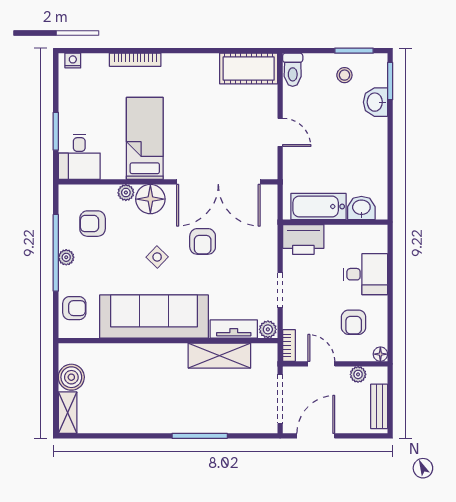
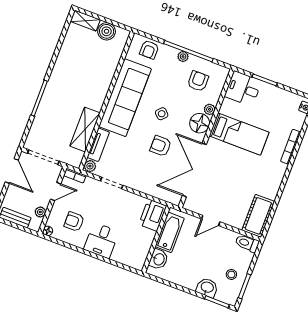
bathtub: (318, 206) -> (170, 232), moved
washbasin: (361, 208) -> (159, 259), moved
wall: (335, 222) -> (156, 239), moved
printer: (303, 239) -> (153, 215), moved

